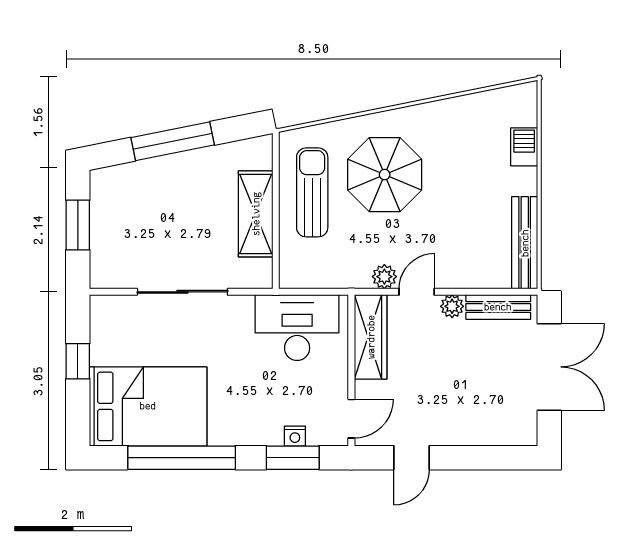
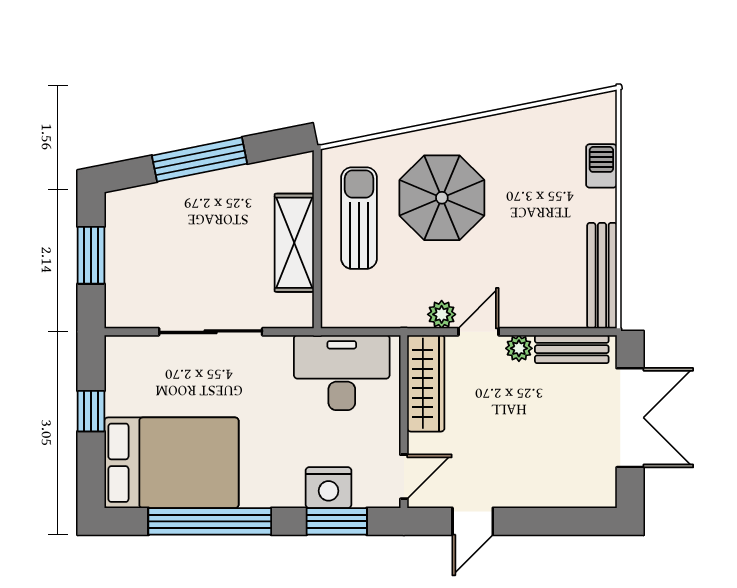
nightstand: (295, 436) -> (329, 488), width x1.89, depth x1.79

